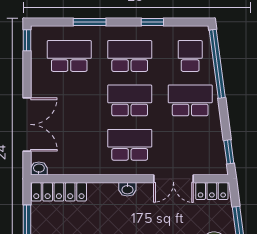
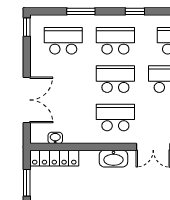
washbasin: (39, 168) -> (55, 138), moved
washbasin: (127, 189) -> (113, 159), width x1.91, depth x1.45

